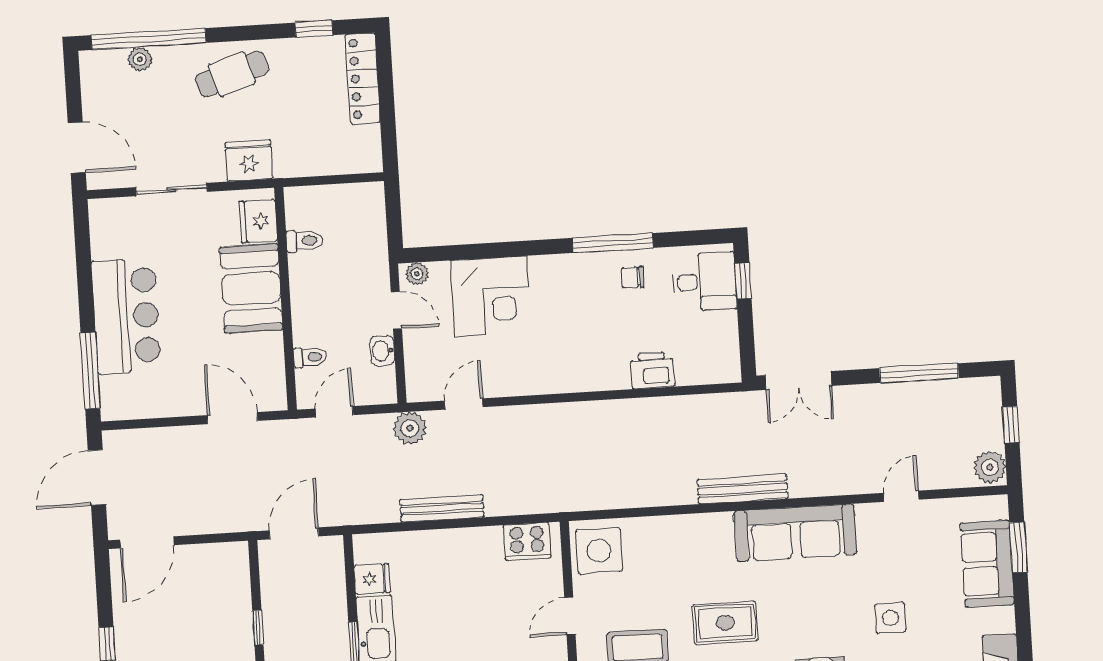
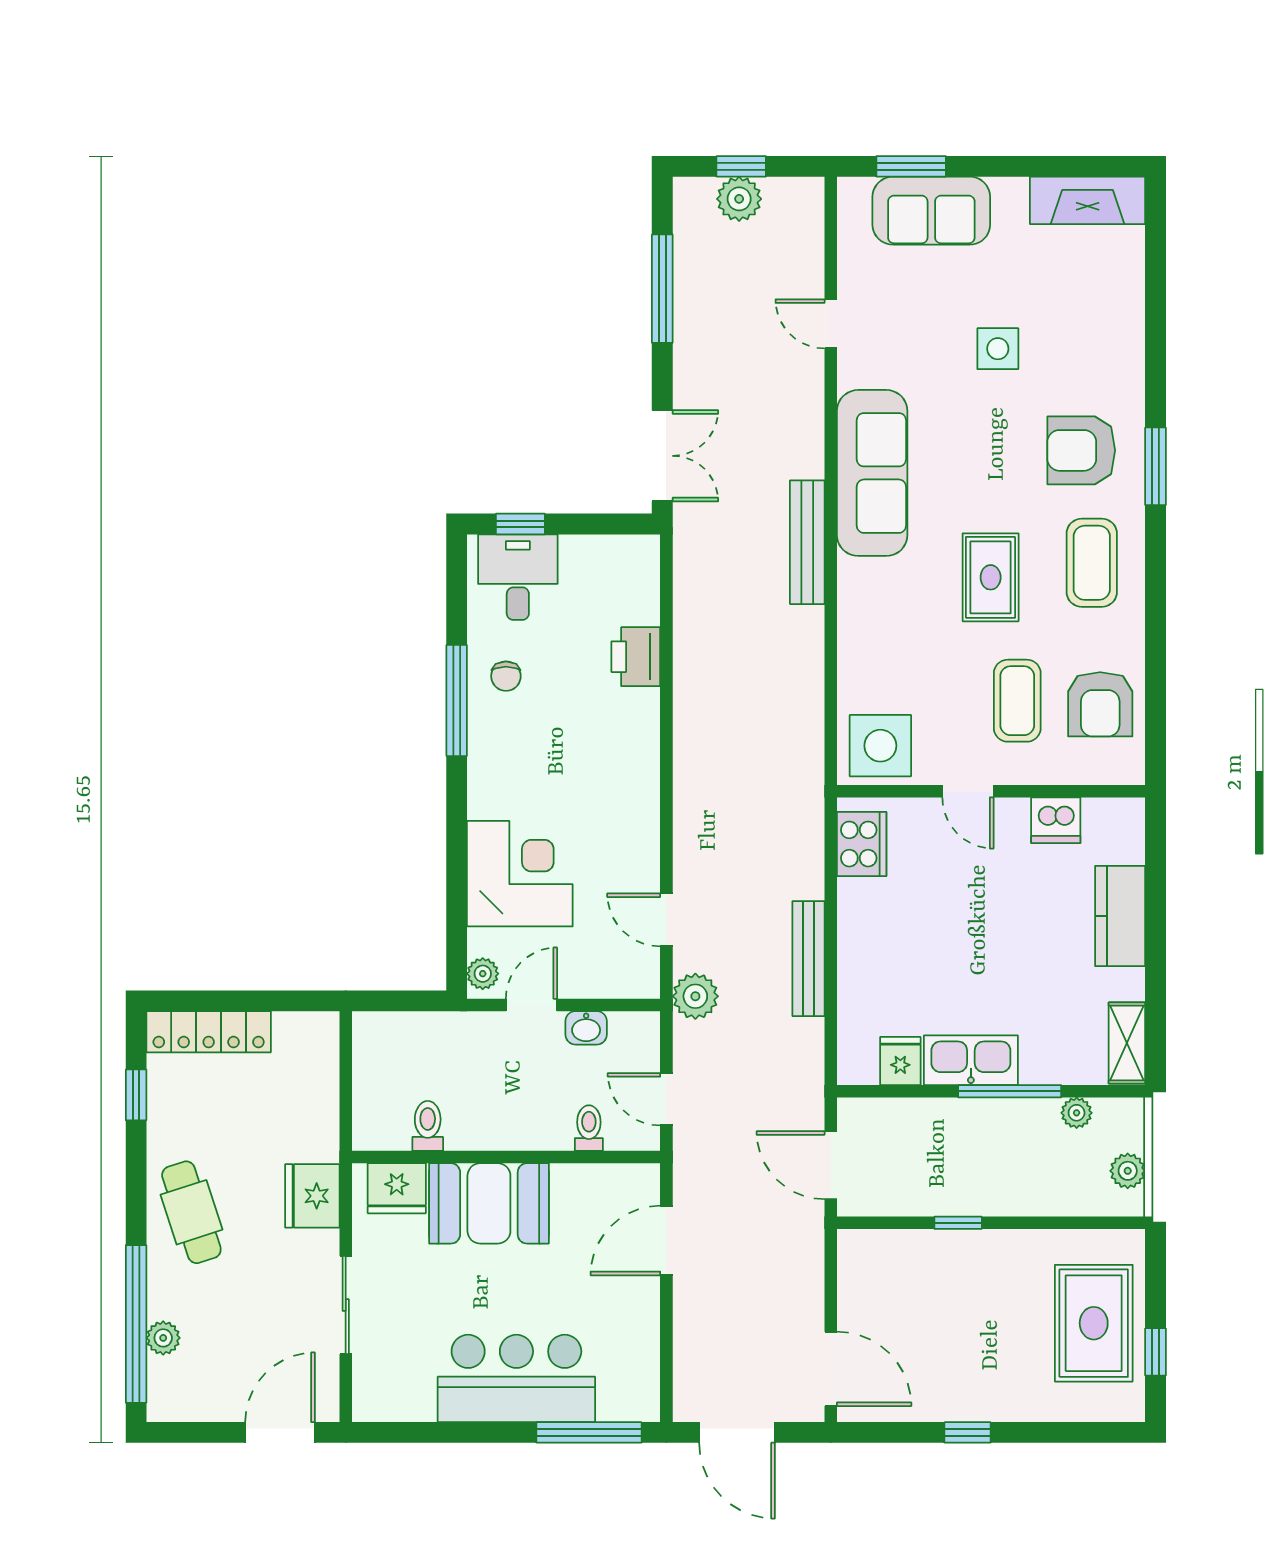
plant: (990, 467) -> (739, 199), moved

